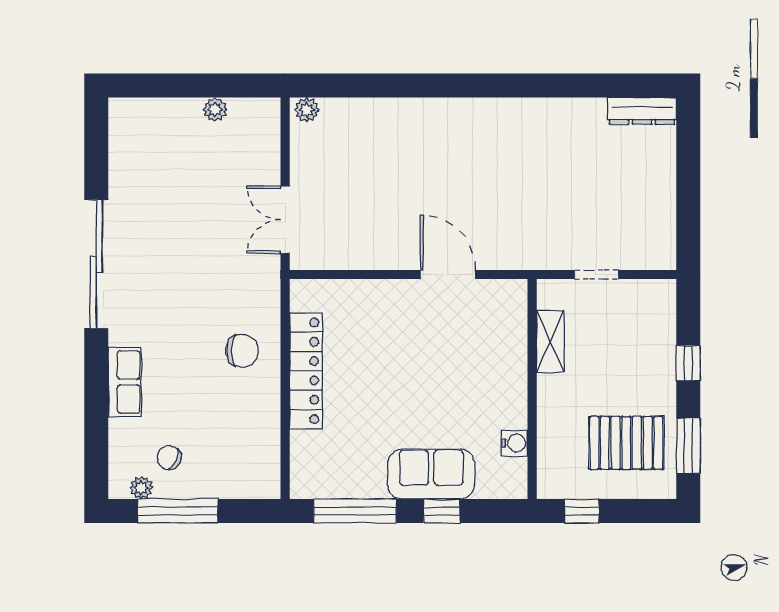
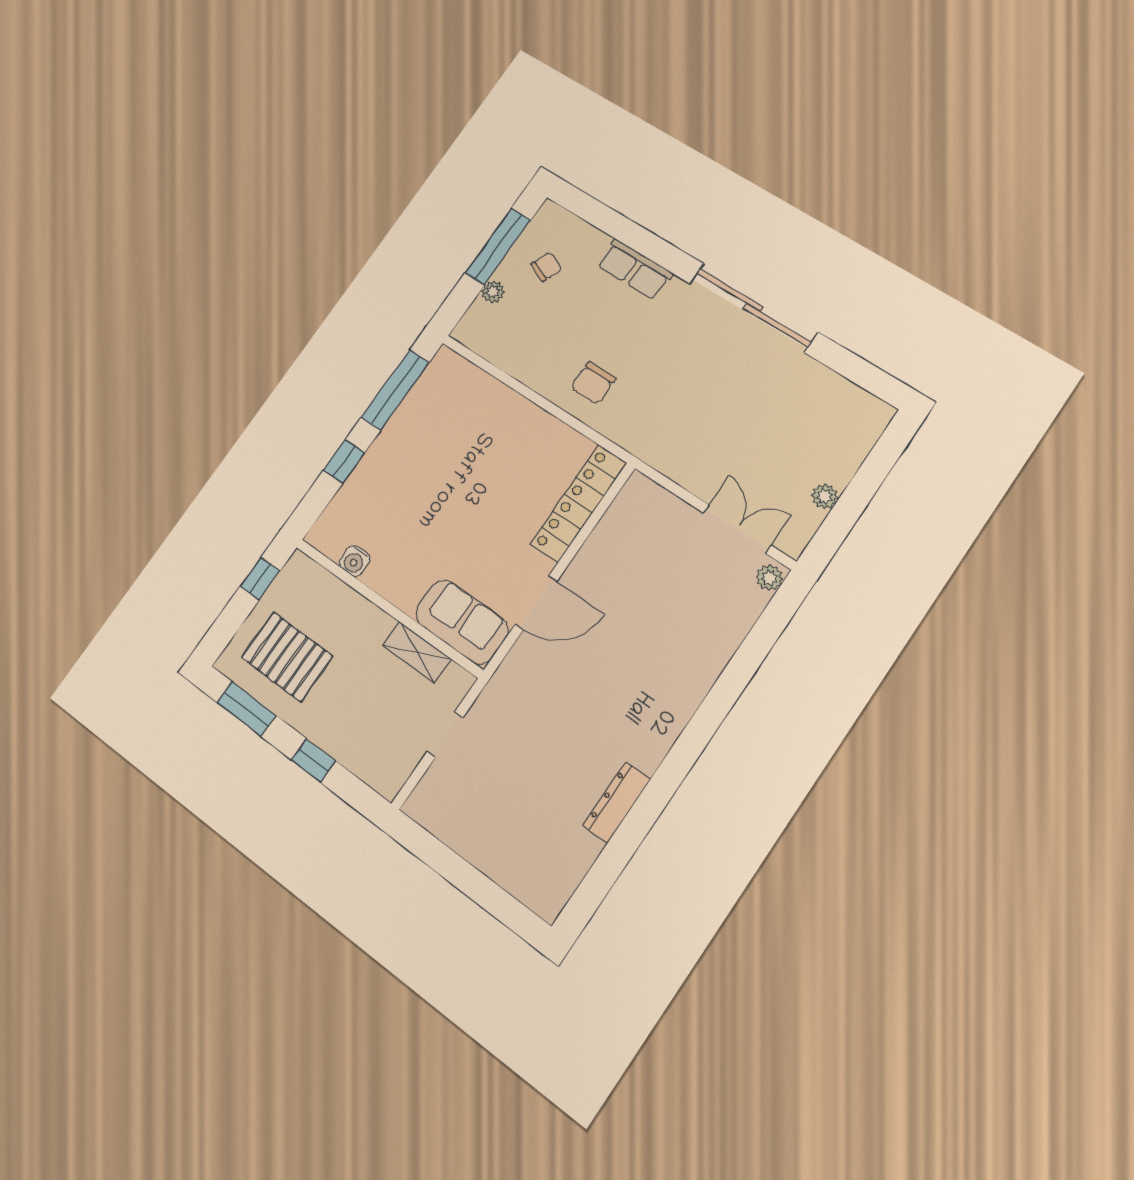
dresser: (642, 111) -> (617, 802), moved
double door: (285, 220) -> (737, 529), moved
locker: (306, 371) -> (578, 503), moved, turned 90
pallet: (626, 443) -> (287, 657), turned 90
sofa: (431, 474) -> (462, 622), moved, turned -90
plant: (141, 488) -> (493, 292), moved

